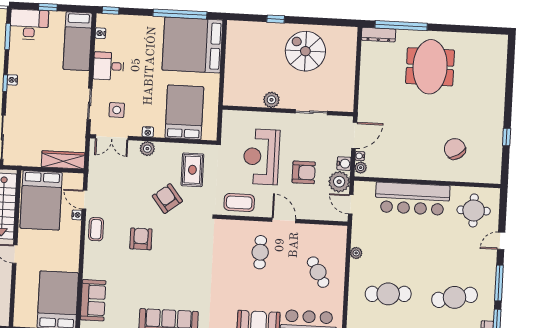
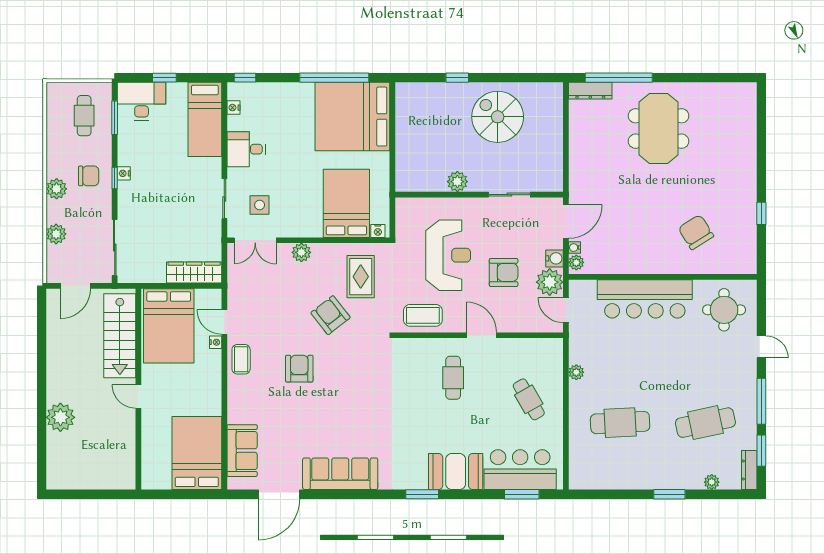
nightstand: (148, 132) -> (378, 231), moved
reception desk: (261, 157) -> (448, 255), turned 180
door: (501, 241) -> (761, 347), swing flipped

